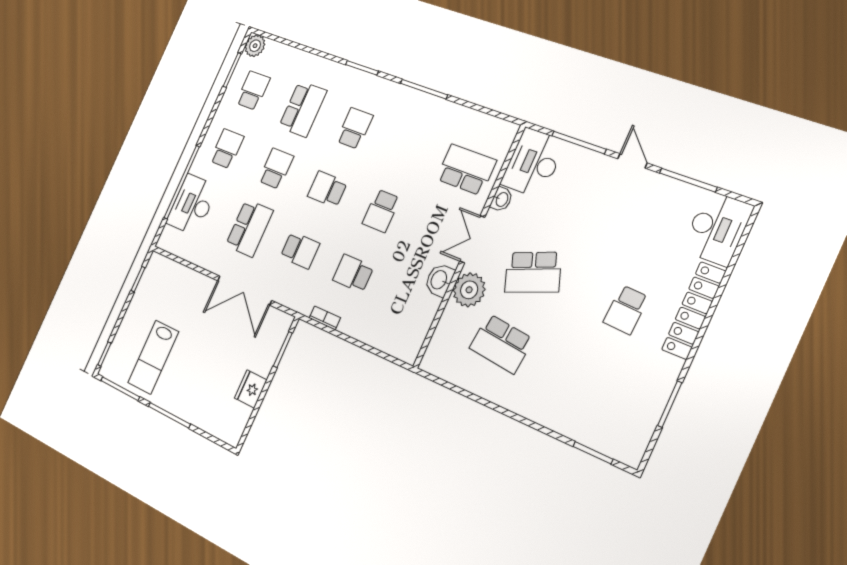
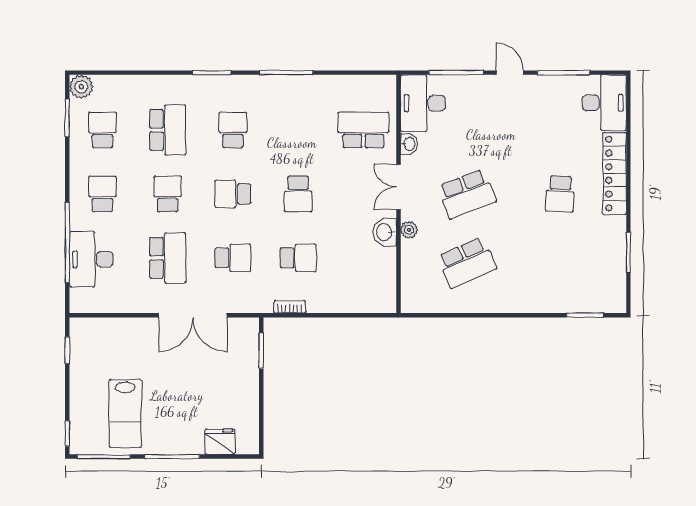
school desk: (353, 273) -> (298, 258), turned 180
plant: (469, 290) -> (409, 230), width x0.53, depth x0.53
school desk: (501, 344) -> (467, 263), turned -30
fridge: (251, 389) -> (220, 442), moved, turned 90

